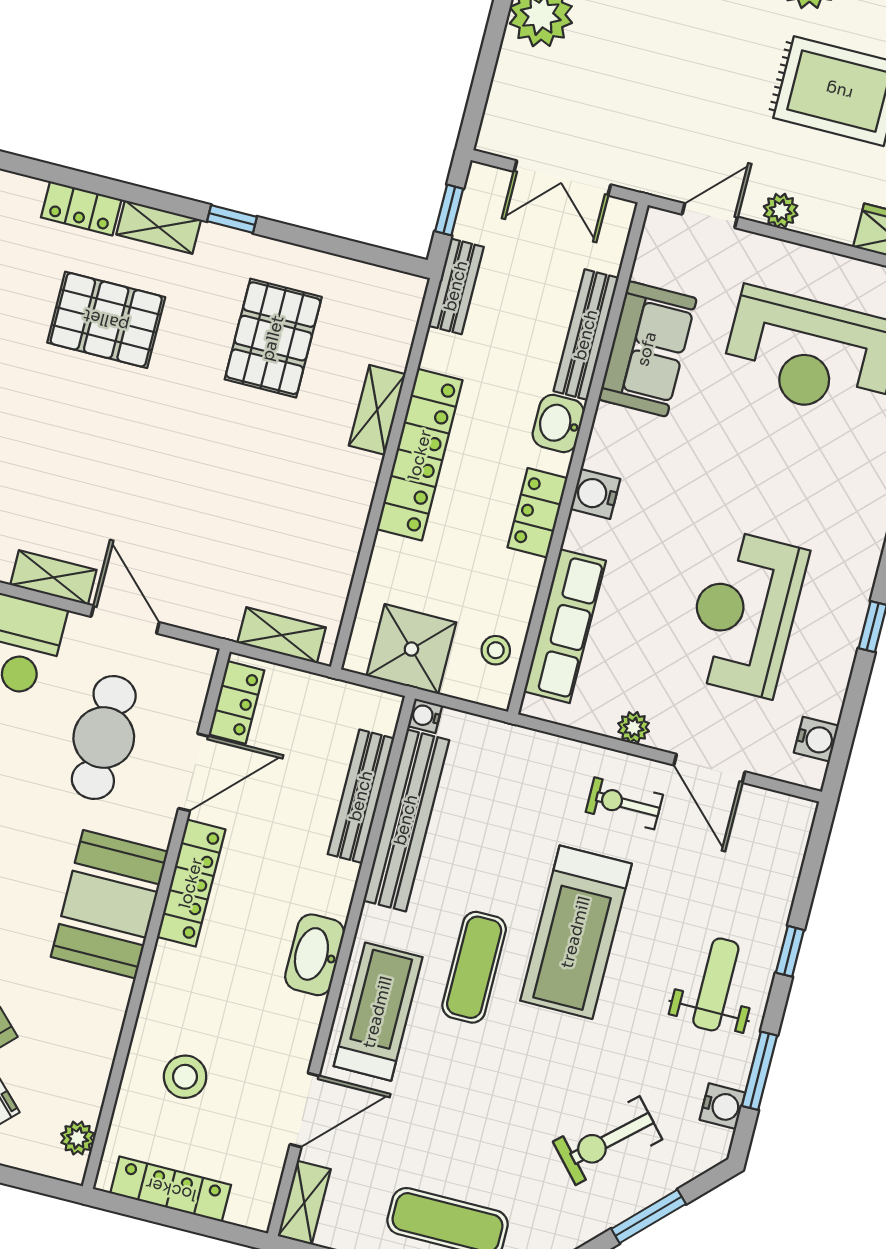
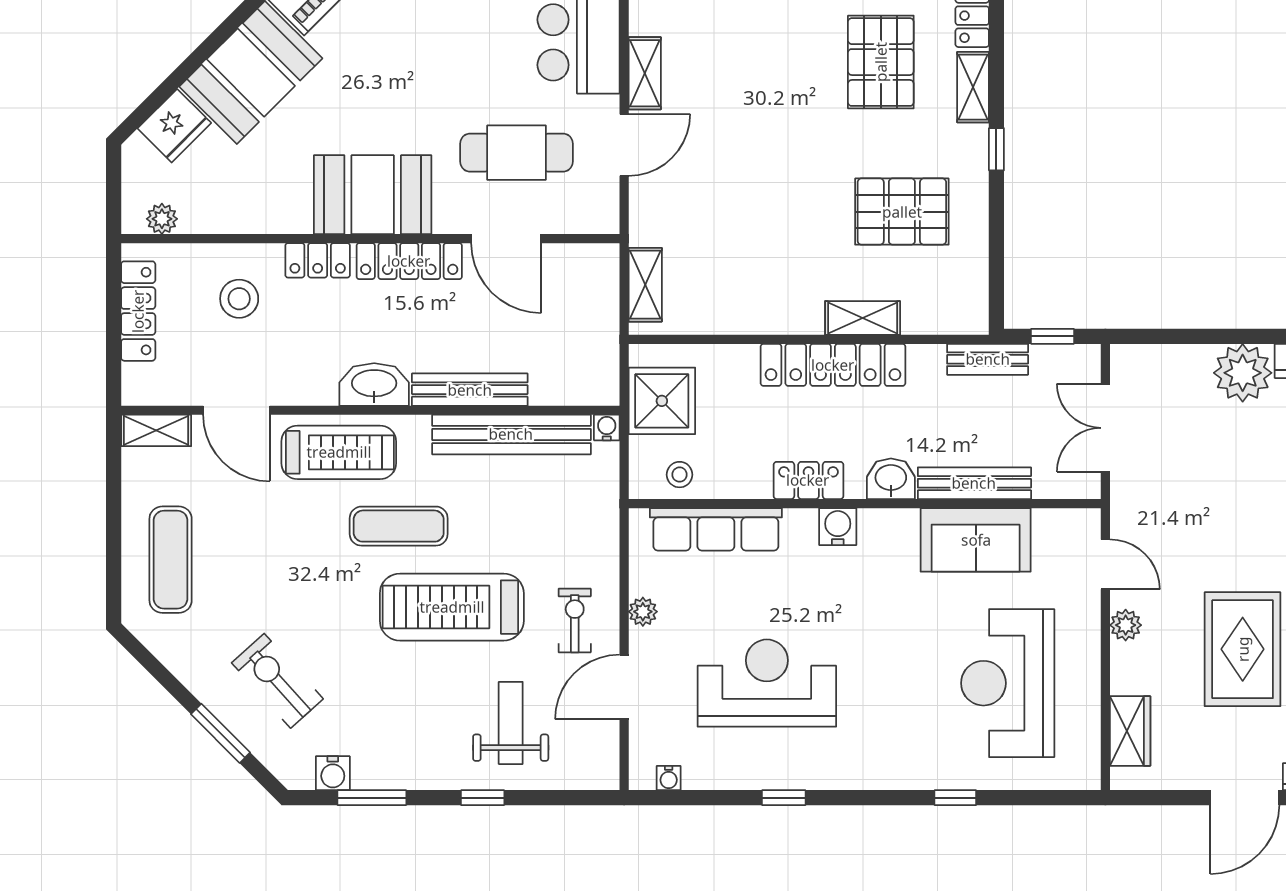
locker: (236, 702) -> (318, 260), moved
water cooler: (816, 739) -> (669, 778), width x0.72, depth x0.72
bench: (361, 796) -> (470, 390), moved
weight bench: (716, 984) -> (511, 723), moved, turned -90

